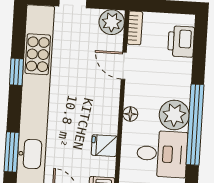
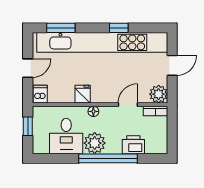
printer: (181, 42) -> (133, 145), moved
window: (195, 125) -> (108, 158), moved
fridge: (104, 146) -> (83, 94), moved

